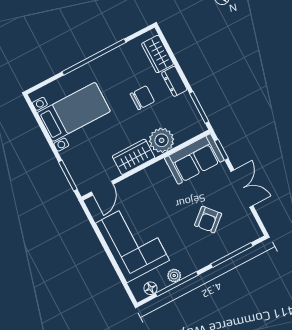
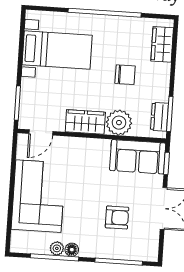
dresser: (174, 81) -> (159, 117), moved
armchair: (208, 220) -> (117, 218), turned -139
floor lamp: (150, 288) -> (72, 250), moved

